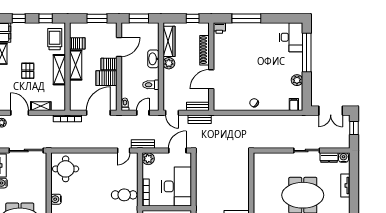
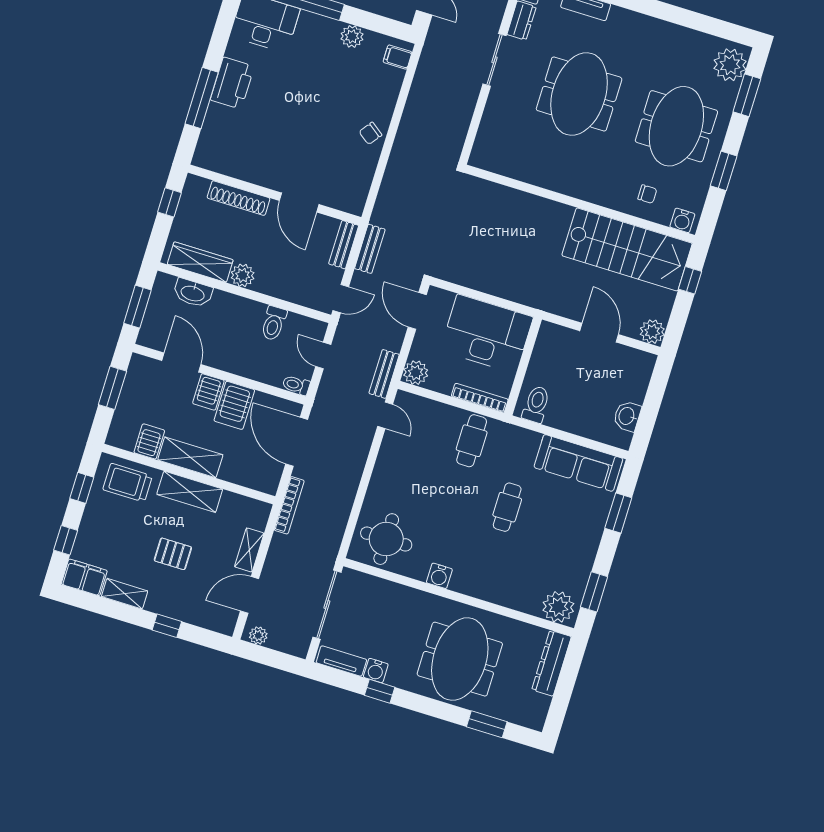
printer: (219, 28) -> (232, 83), moved, width x1.87, depth x1.48
washbasin: (153, 59) -> (193, 293), moved

